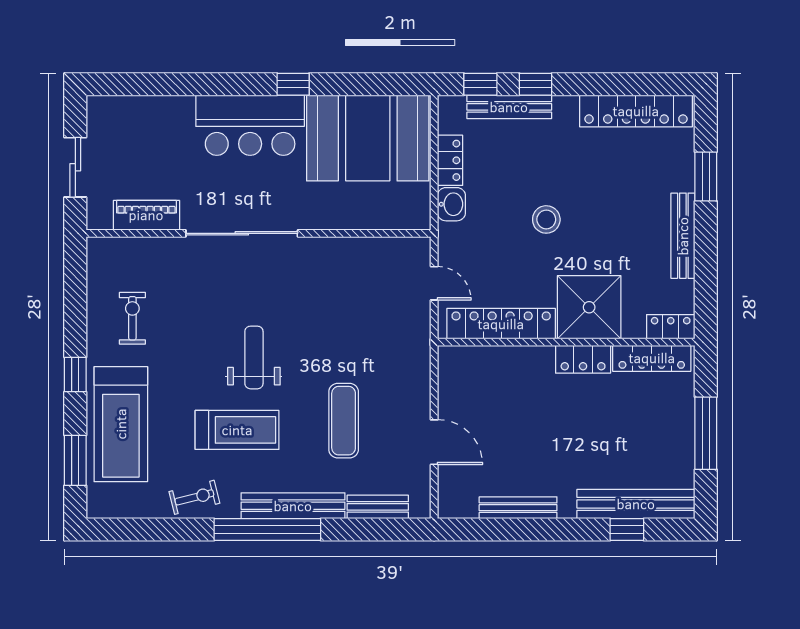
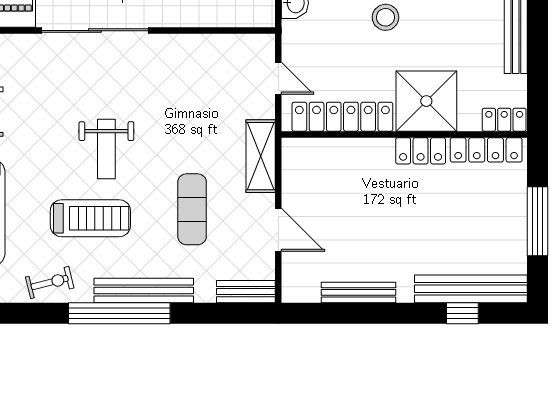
weight bench: (254, 357) -> (106, 149), turned 180
shelving: (416, 365) -> (261, 156), added
bench: (378, 507) -> (246, 292), moved

